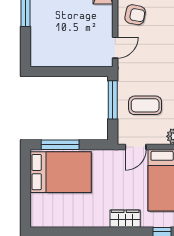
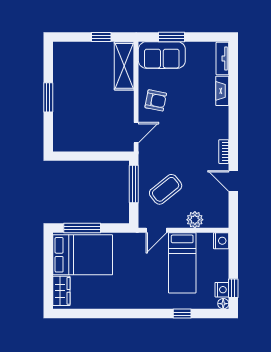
coffee table: (145, 105) -> (166, 189), turned -39
wardrobe: (125, 219) -> (61, 291), moved, turned 90

